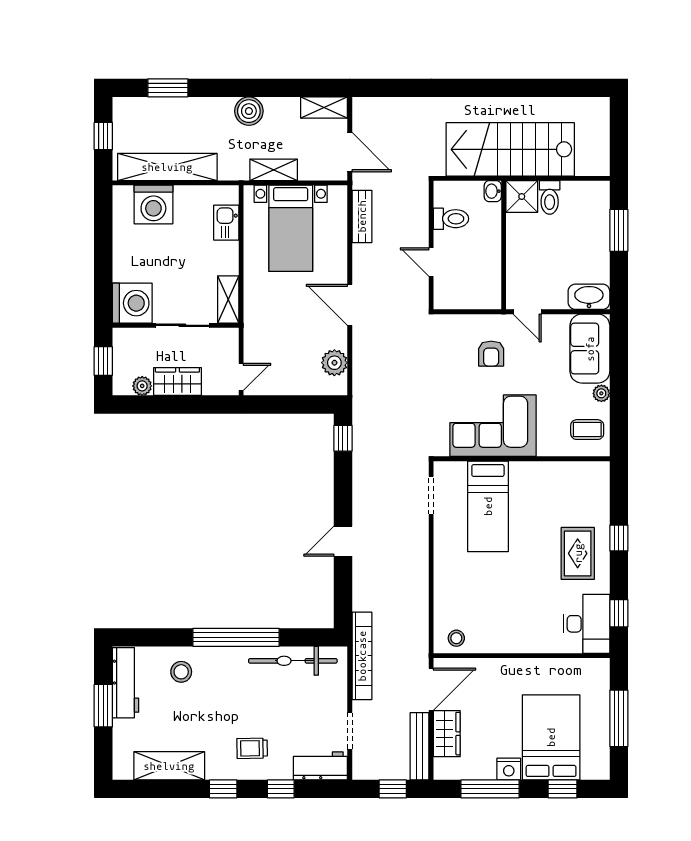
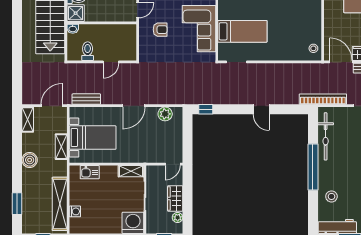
washing machine: (153, 204) -> (75, 211), width x0.53, depth x0.53
door: (241, 377) -> (173, 164), swing flipped

